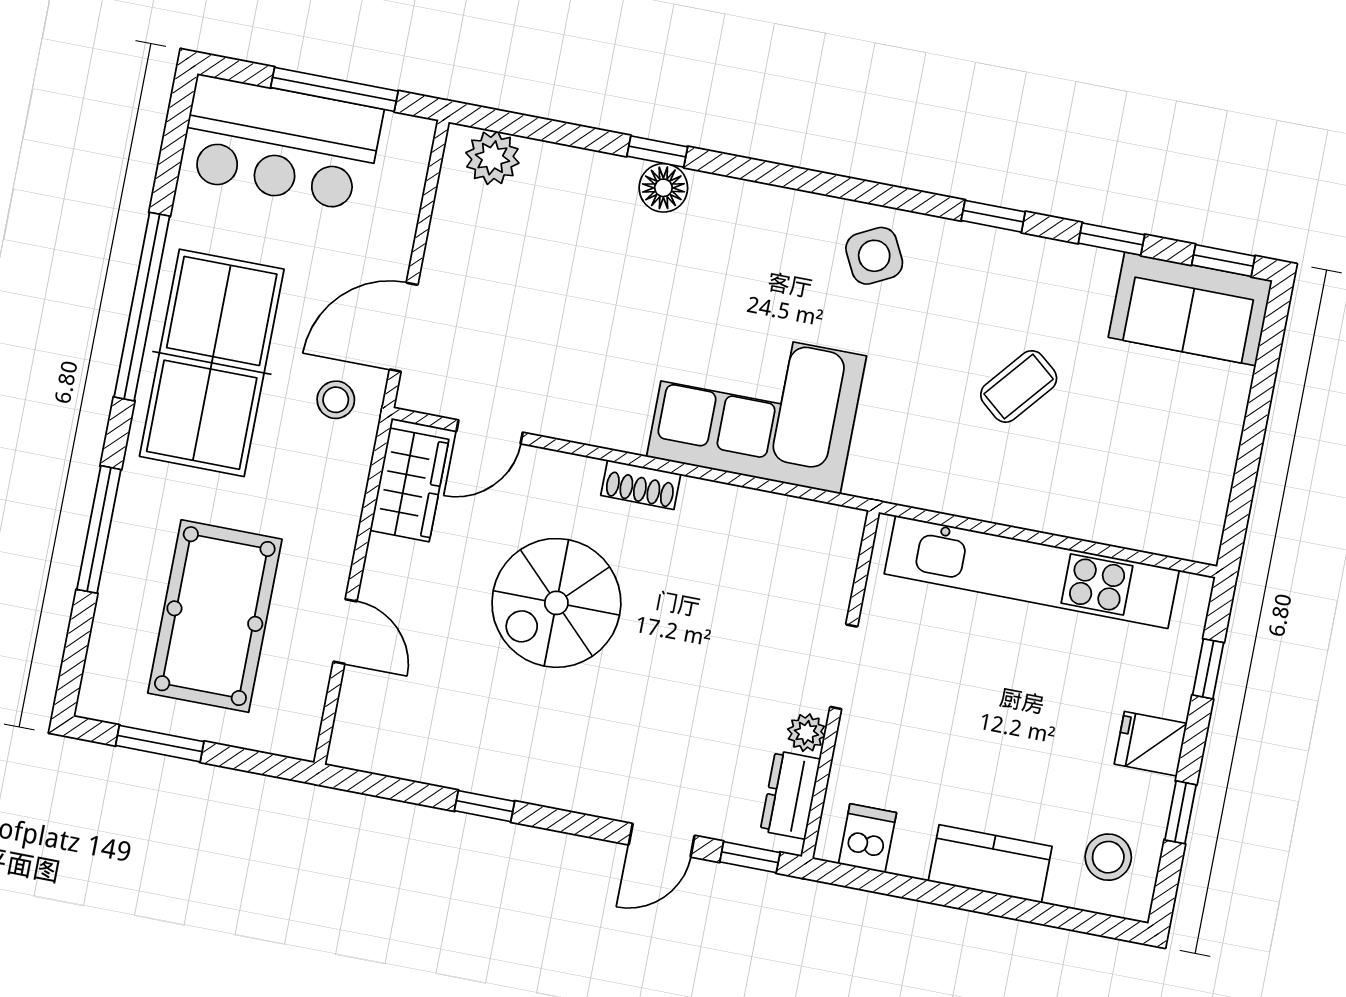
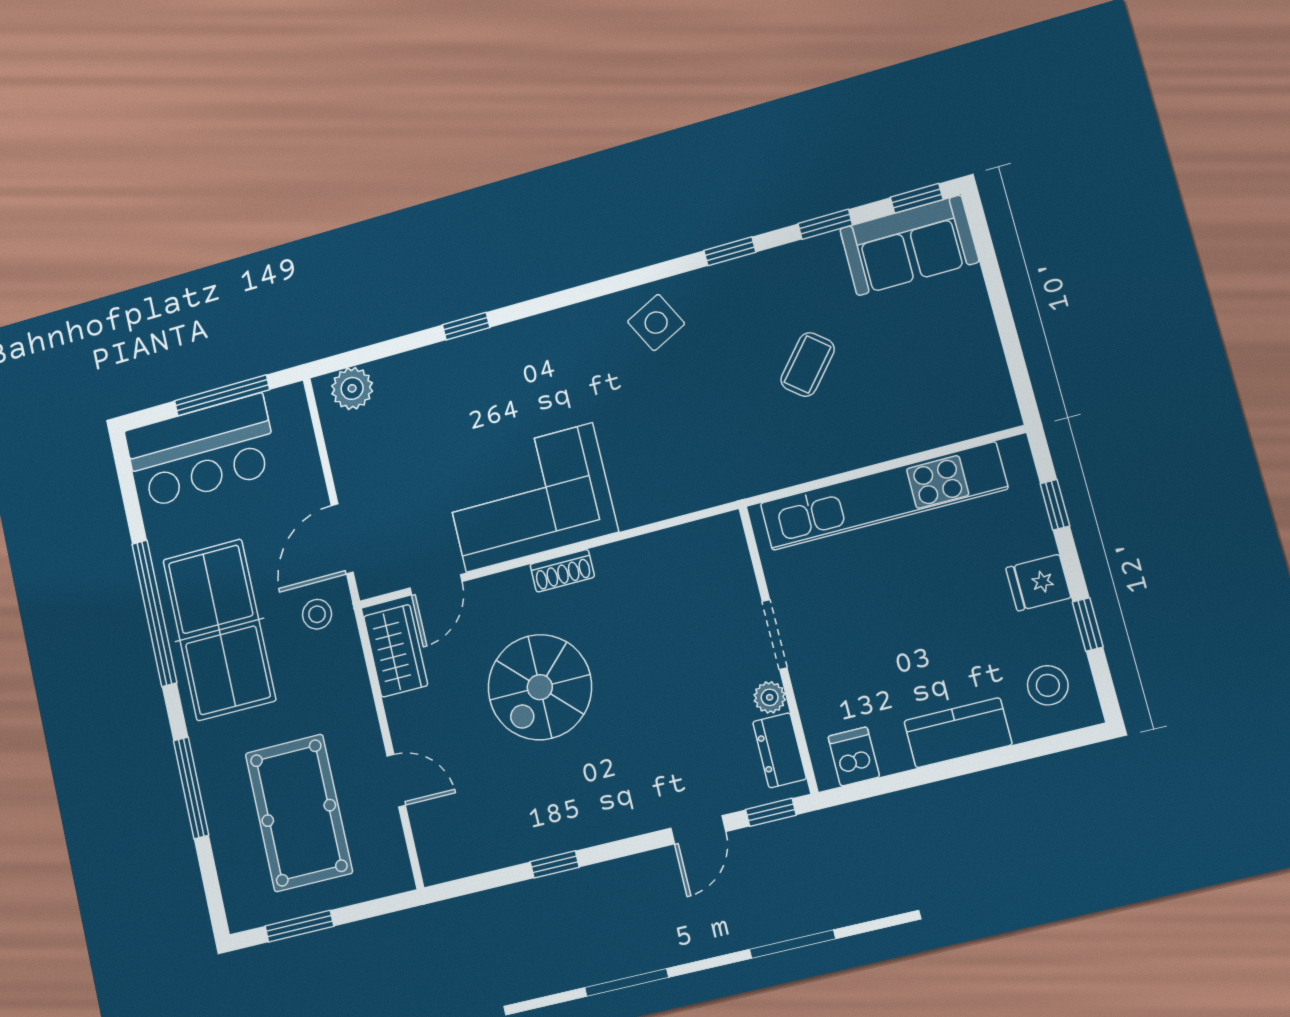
floor lamp: (663, 188) -> (482, 349), removed
corner sofa: (756, 406) -> (529, 498), moved

